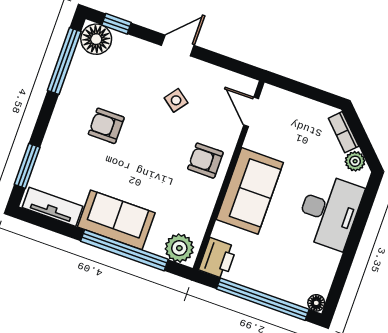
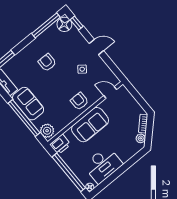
door: (251, 112) -> (110, 92), hinge flipped
desk: (329, 212) -> (103, 165), moved

